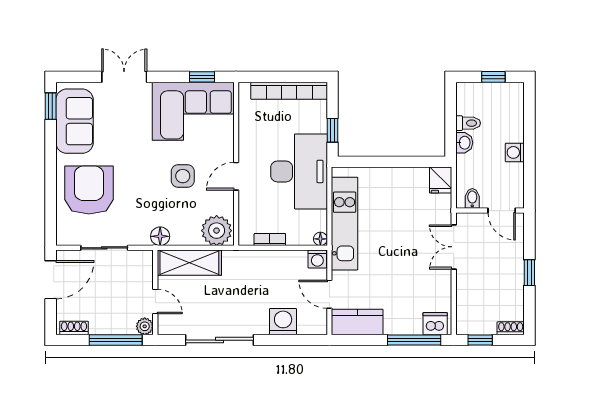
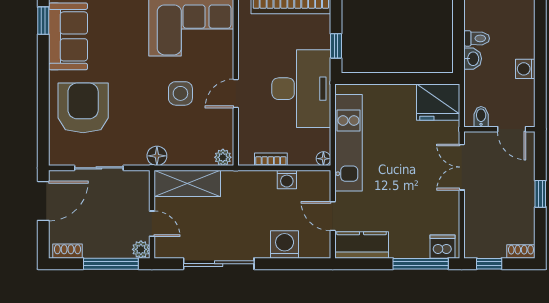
fridge: (441, 180) -> (438, 102), width x1.88, depth x1.34
plant: (217, 231) -> (223, 157), width x0.53, depth x0.53
washing machine: (317, 259) -> (287, 180), moved

